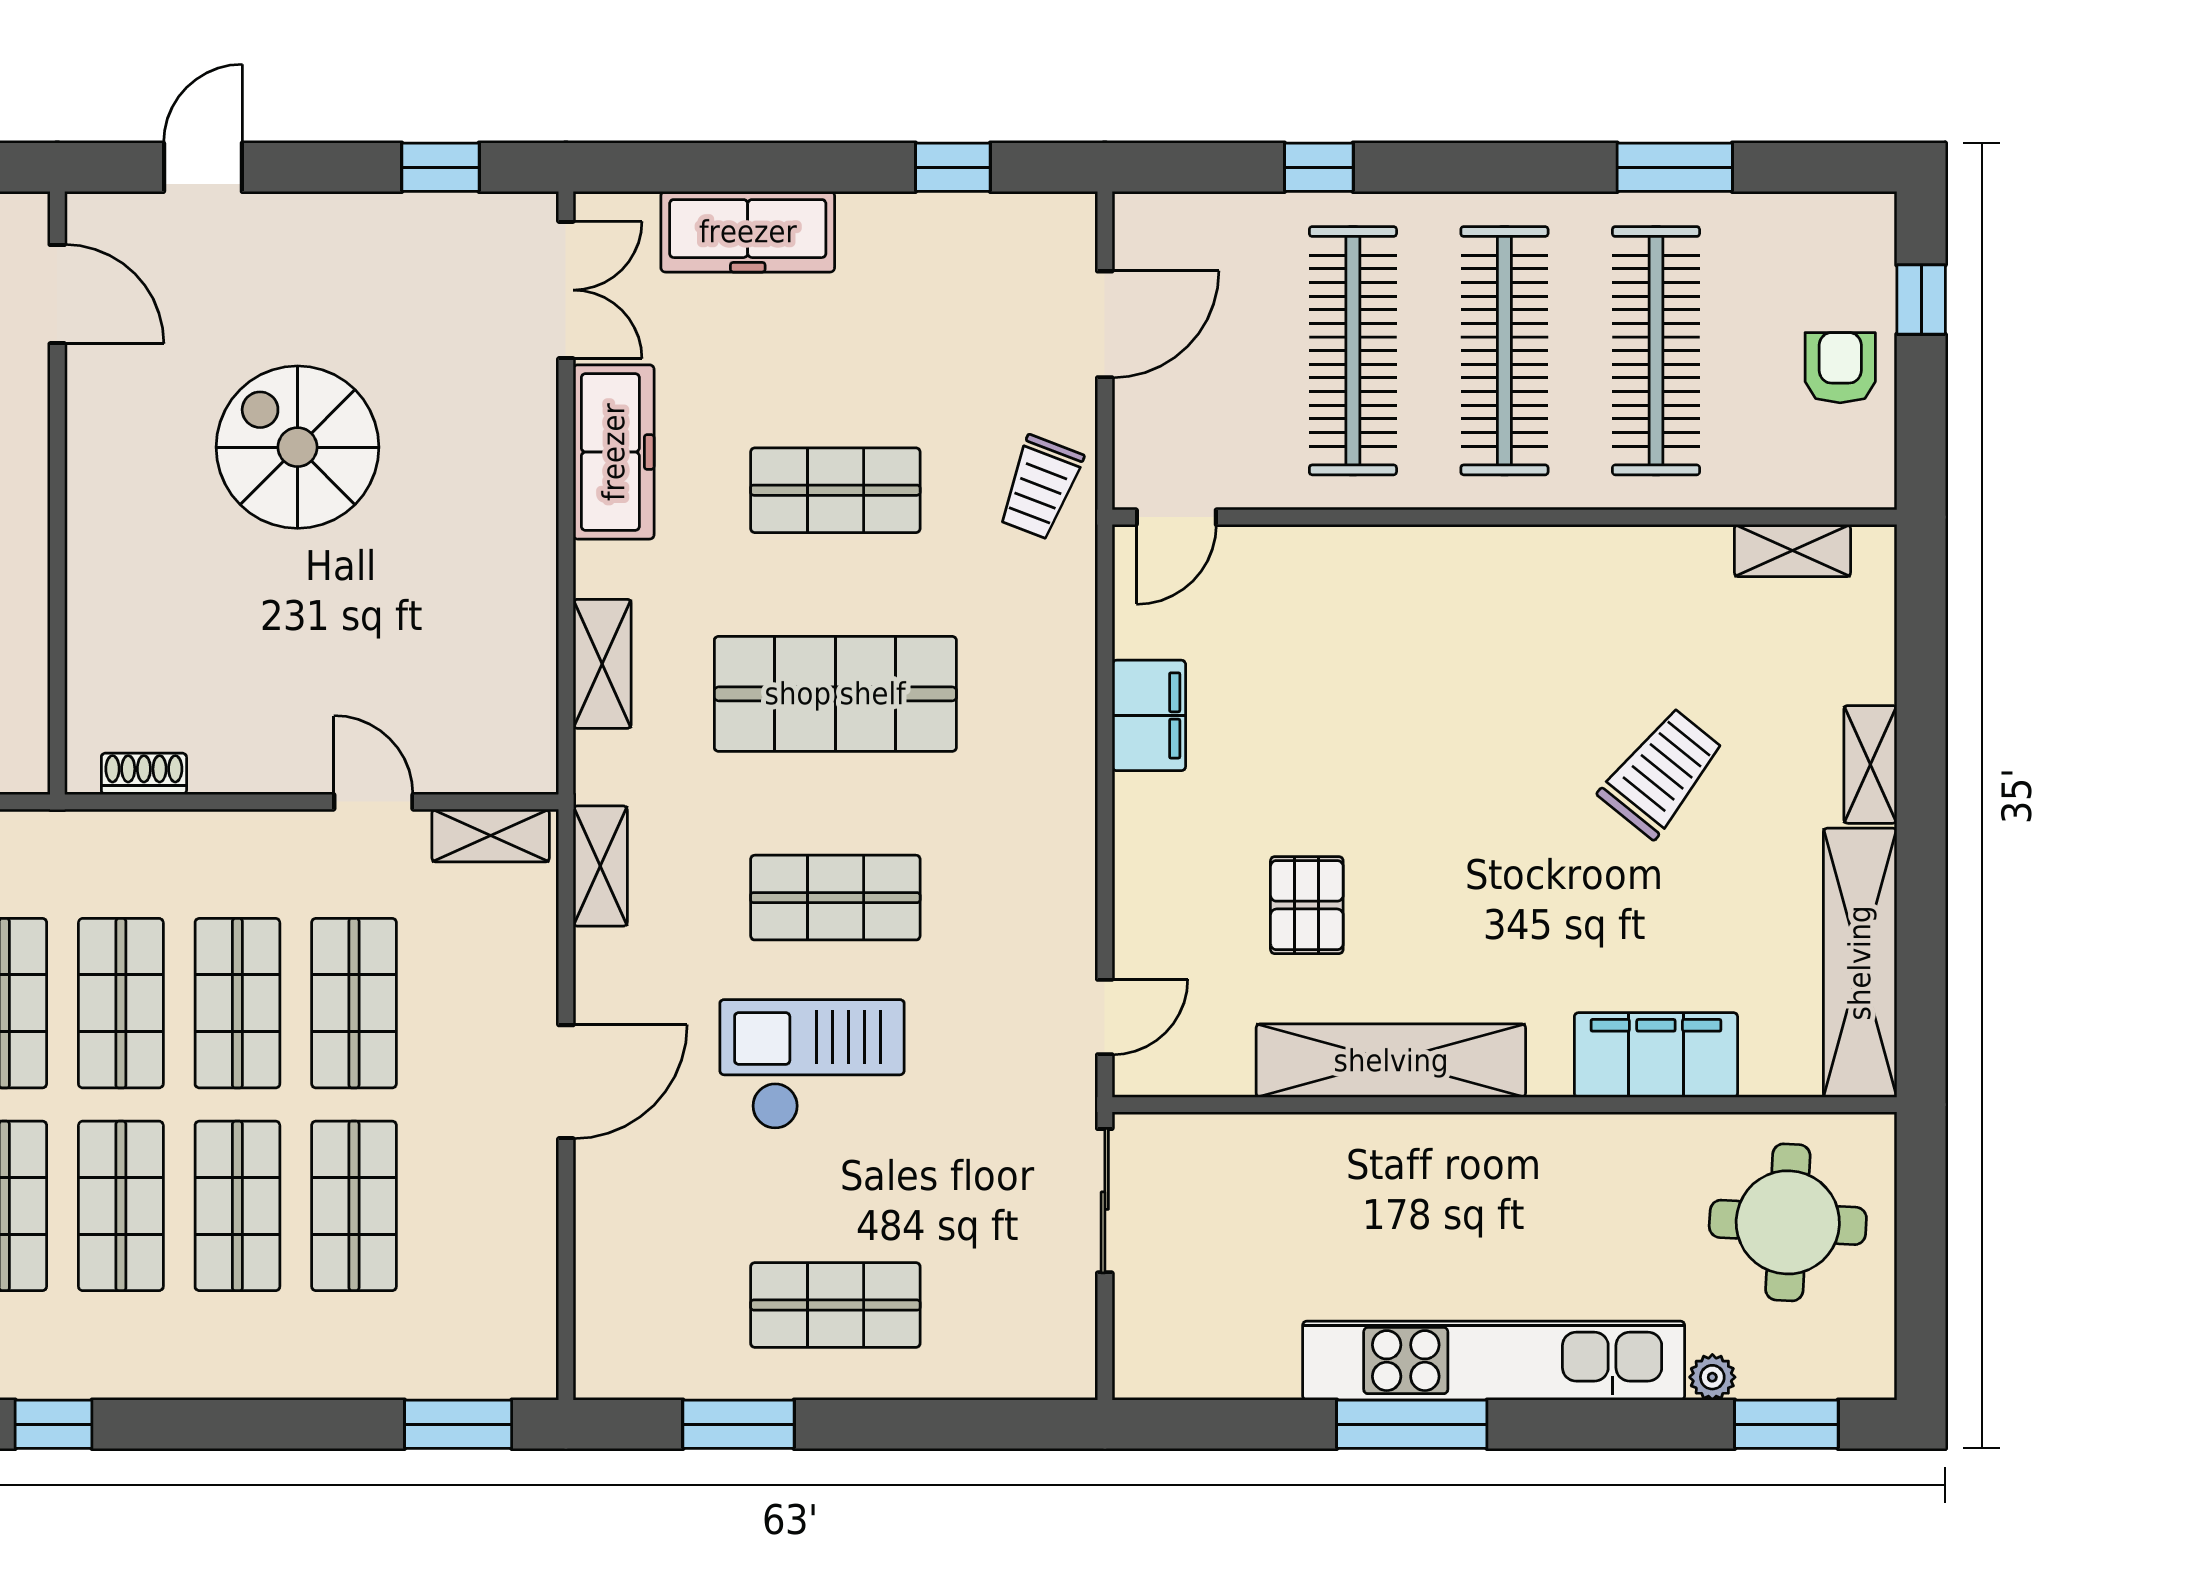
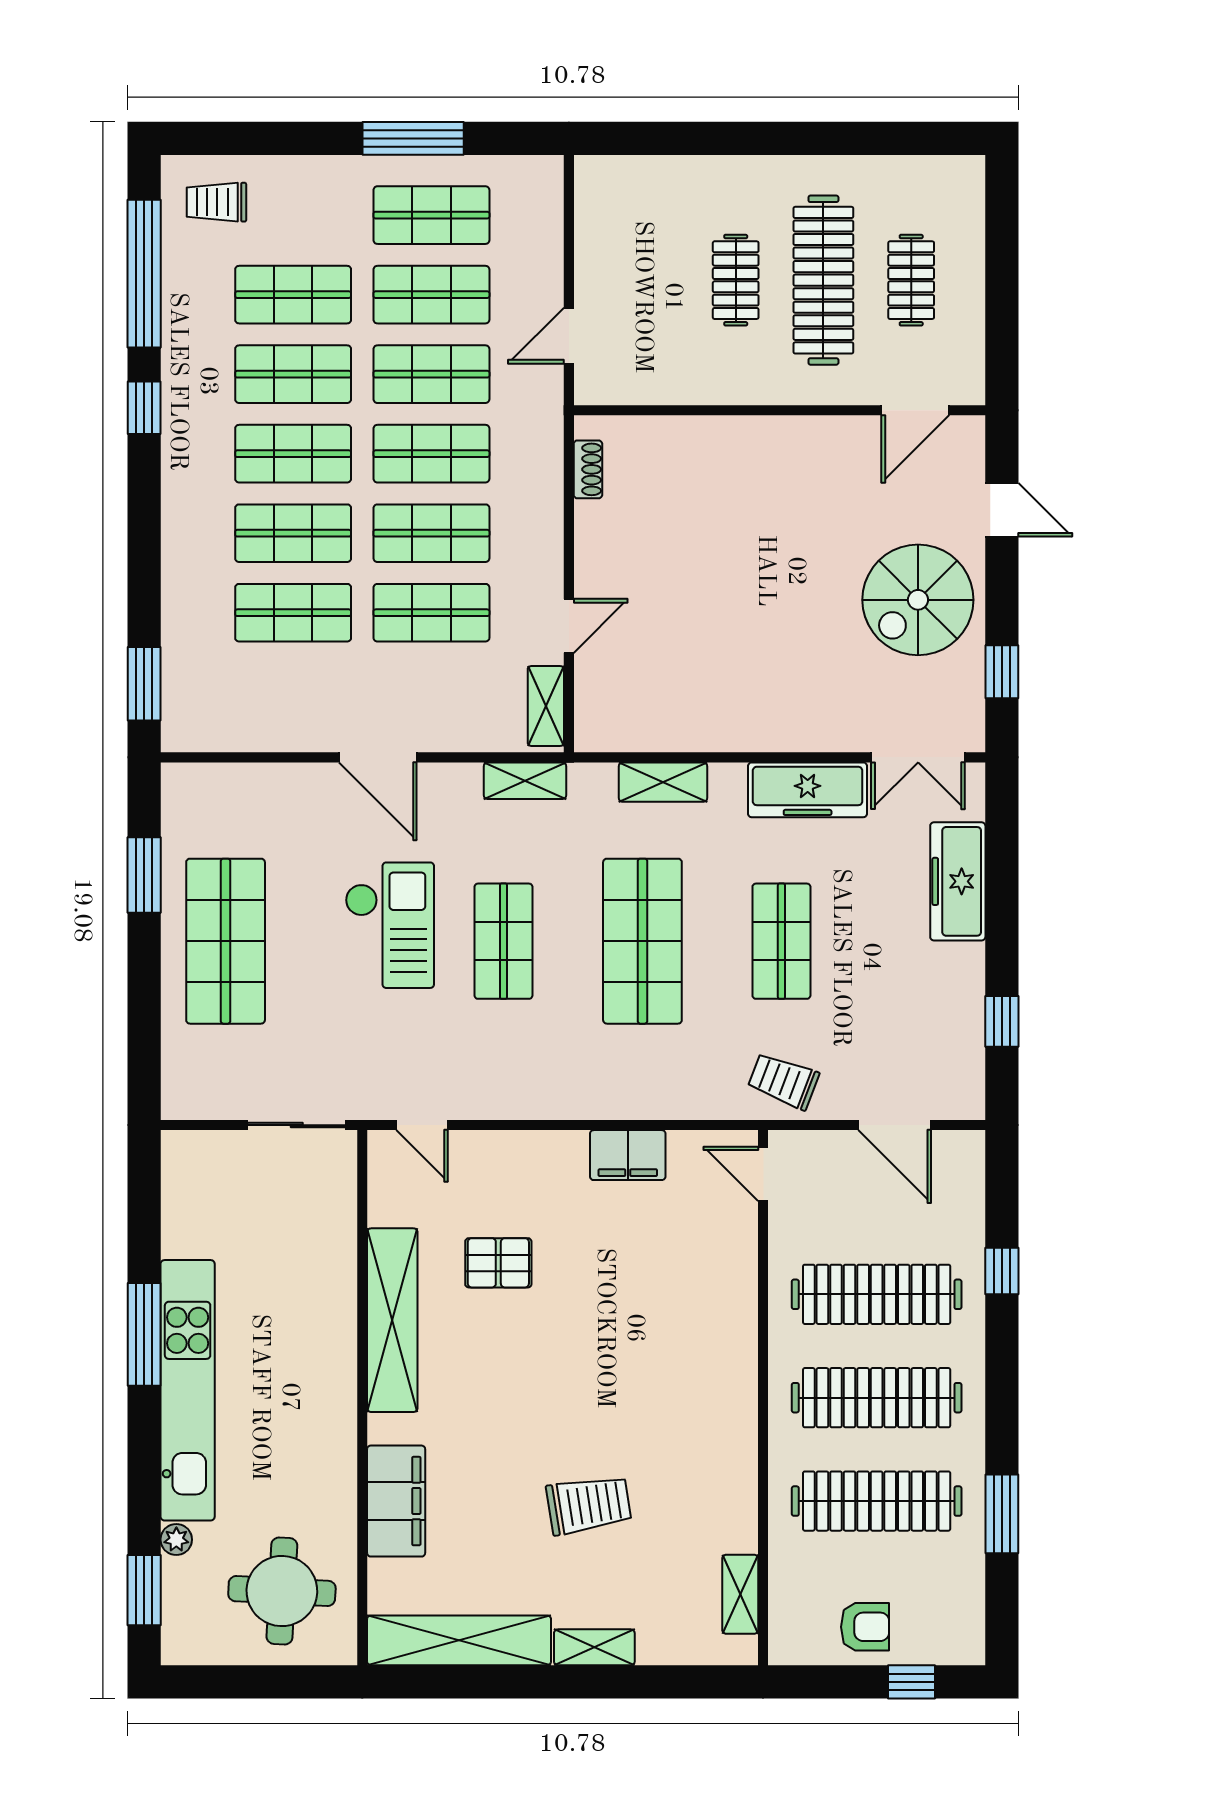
spiral stairs: (298, 447) -> (918, 600), moved, turned 180
trolley: (1661, 773) -> (589, 1505), turned -48
shop shelf: (835, 1305) -> (226, 941), width x1.43, depth x1.36

